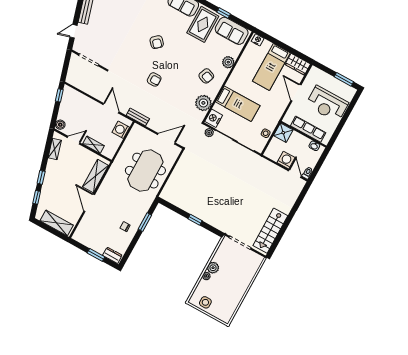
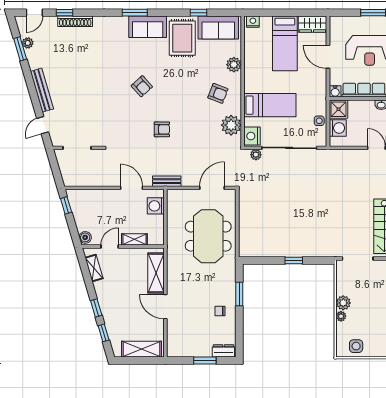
water cooler: (288, 119) -> (335, 91), added
washing machine: (286, 160) -> (338, 128), moved, turned 90

